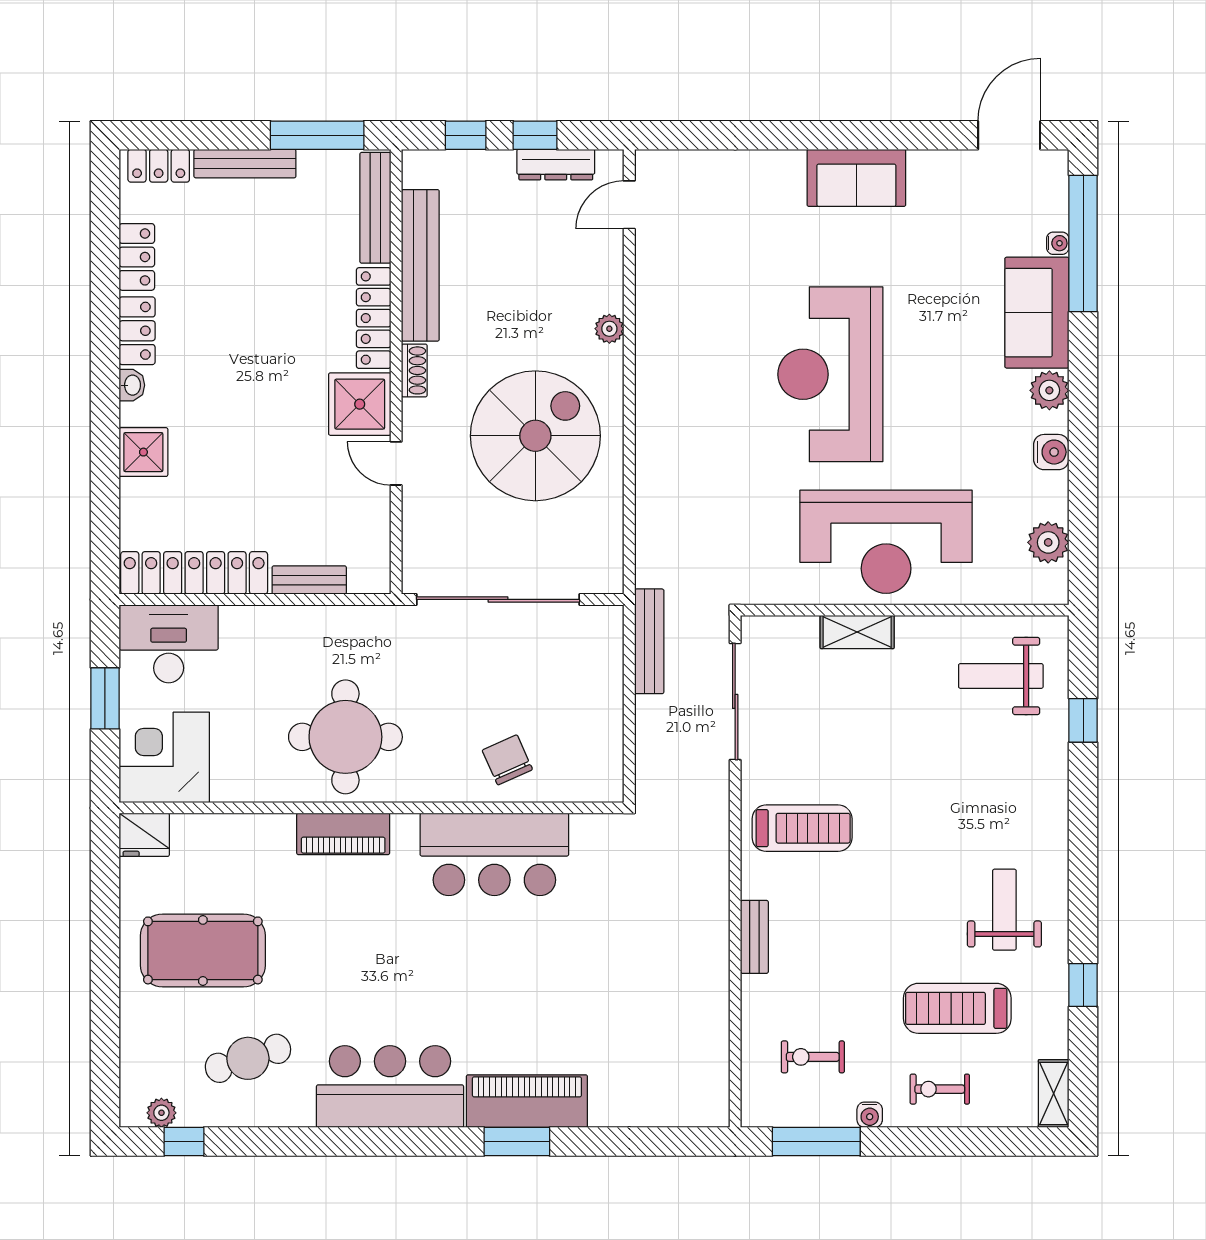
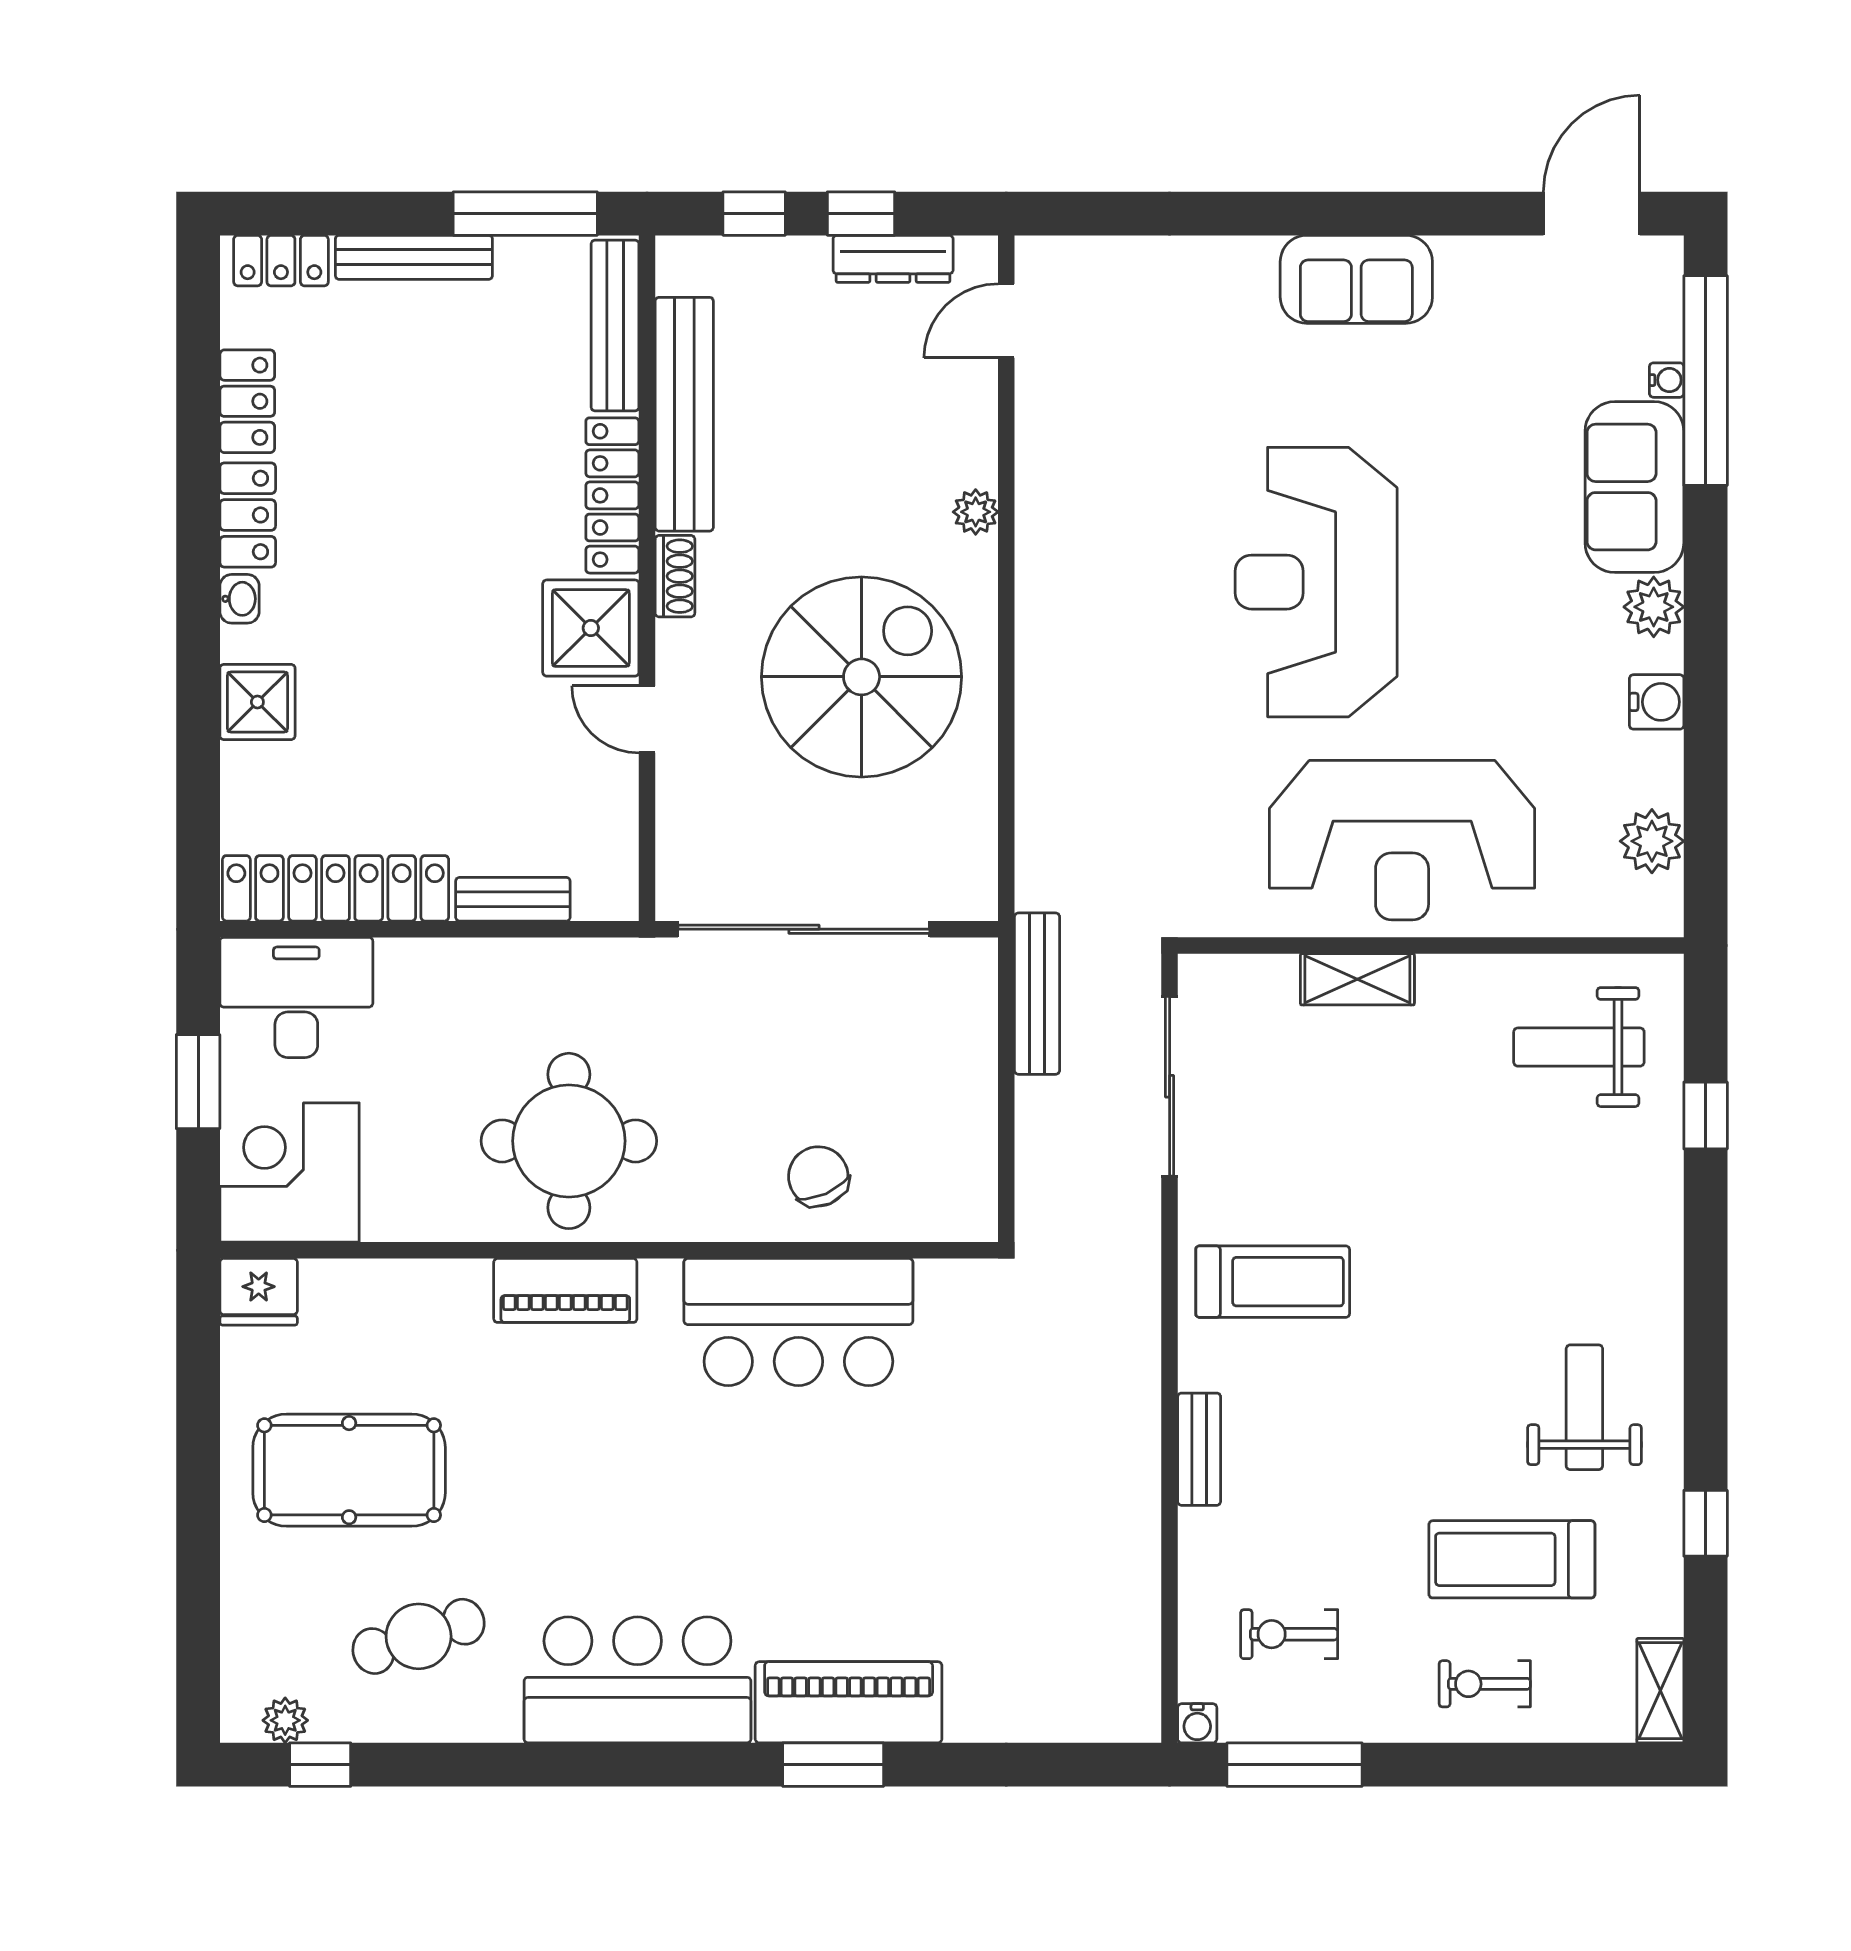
water cooler: (870, 1115) -> (1197, 1723), moved

